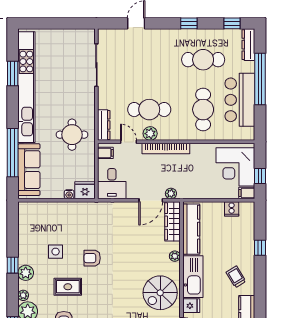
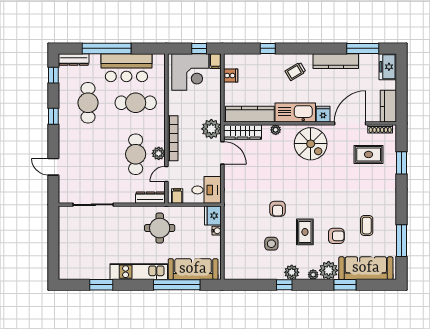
kitchen unit: (26, 87) -> (139, 272), width x0.54
plant: (171, 193) -> (211, 129), width x1.88, depth x1.88

